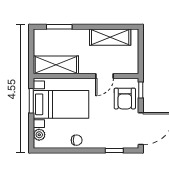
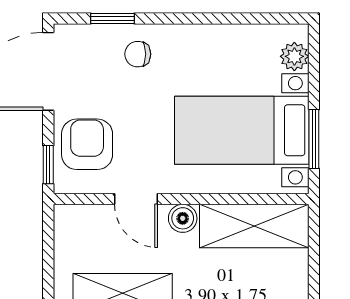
boiler: (85, 68) -> (183, 218), added
door: (105, 76) -> (136, 199), swing flipped
chair: (77, 140) -> (138, 54), moved

